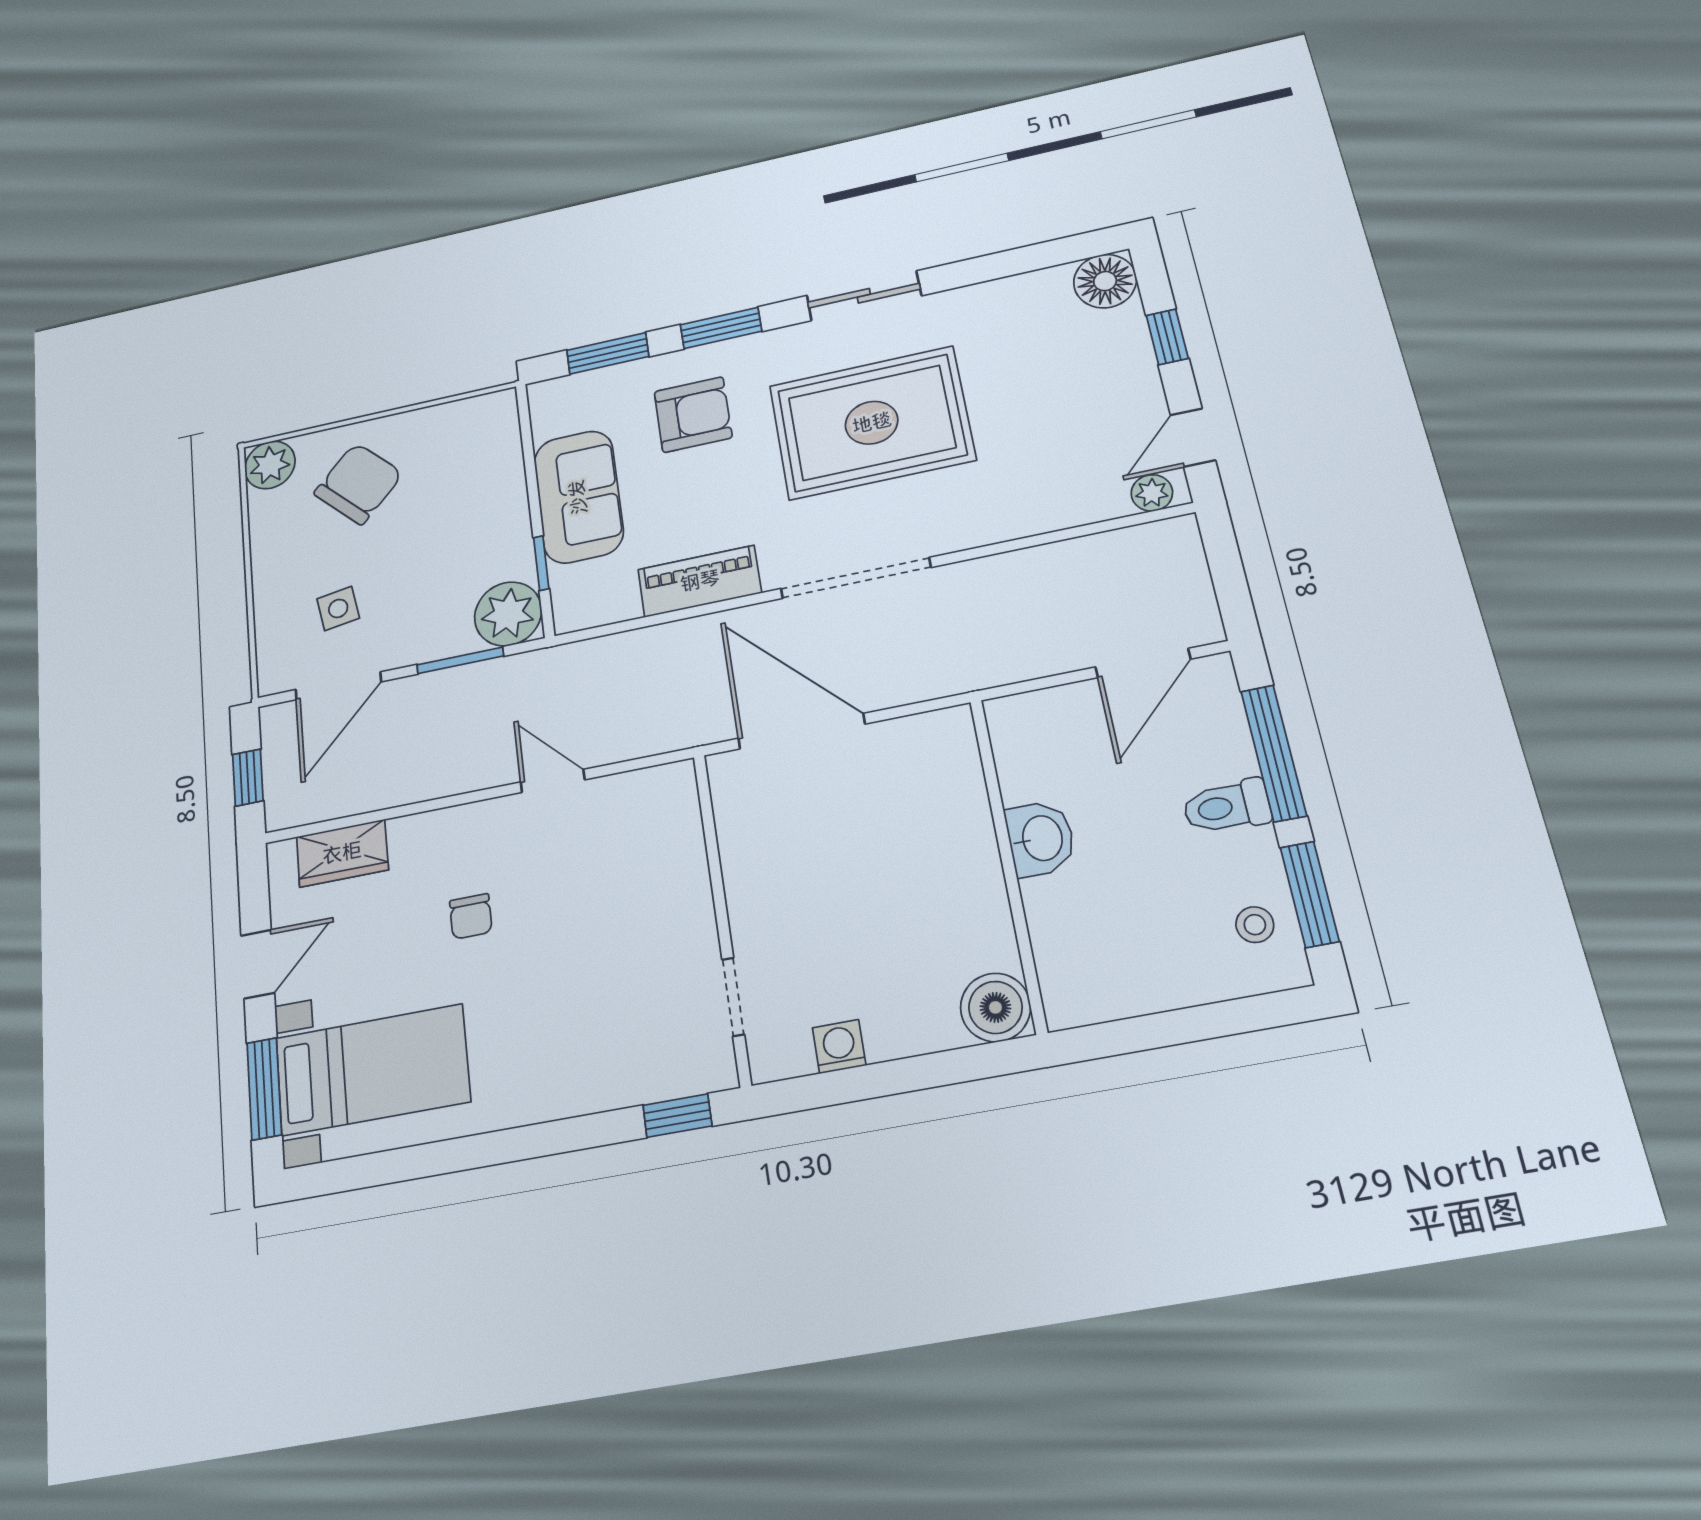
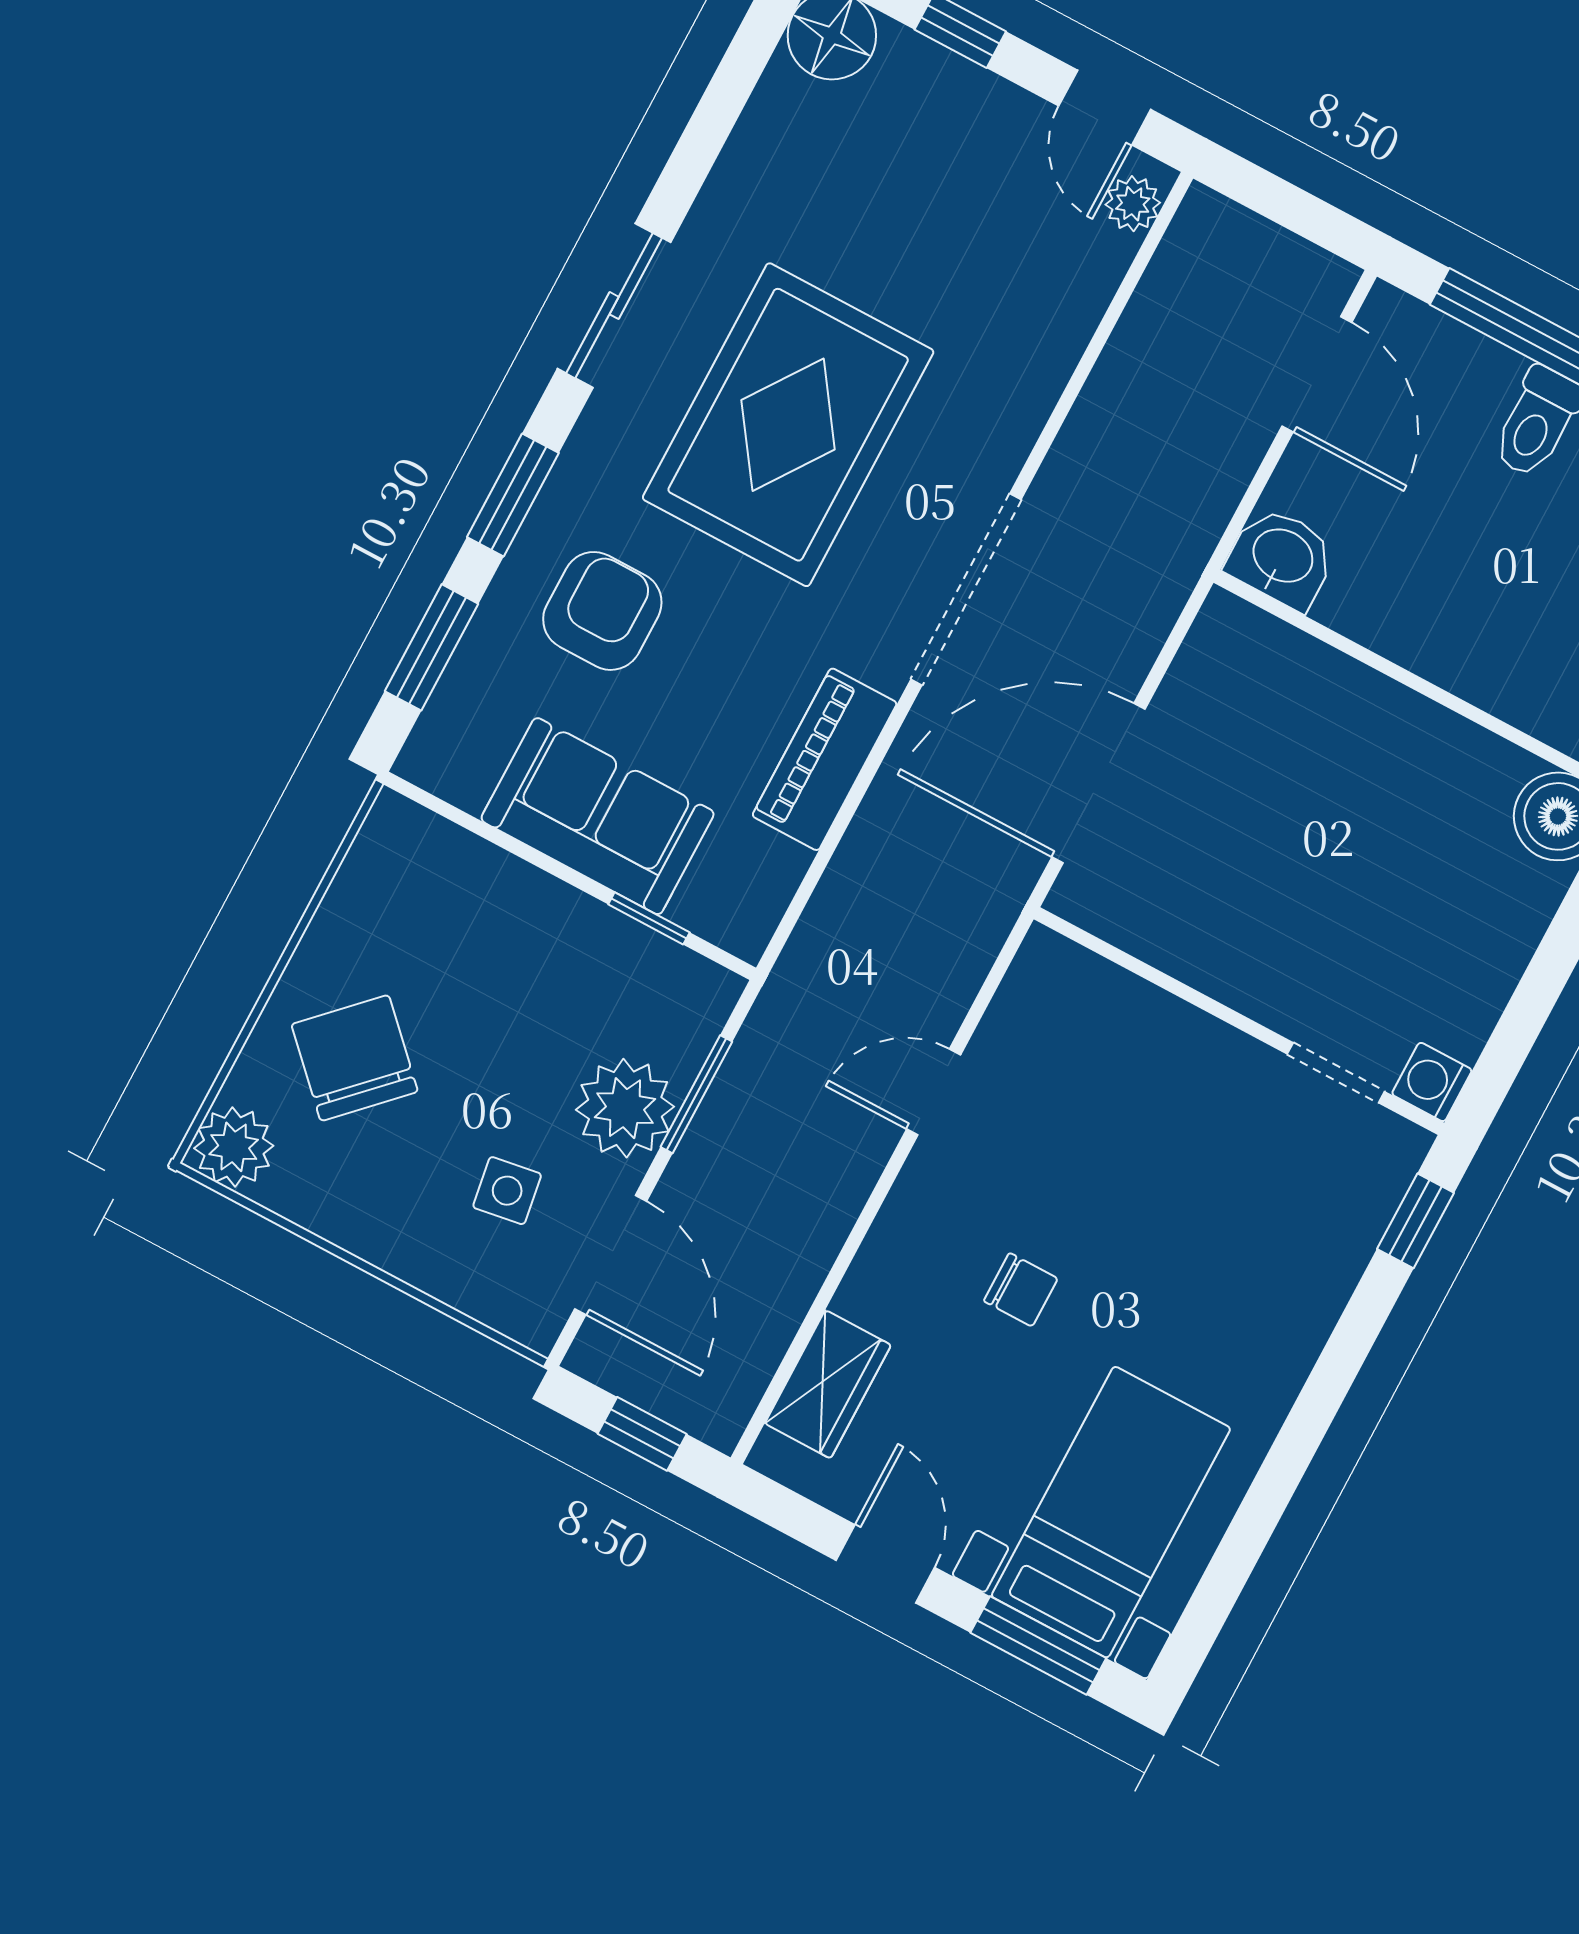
plant: (508, 614) -> (625, 1108), moved
washbasin: (1041, 838) -> (1282, 558), moved
washing machine: (839, 1047) -> (1432, 1082), moved

